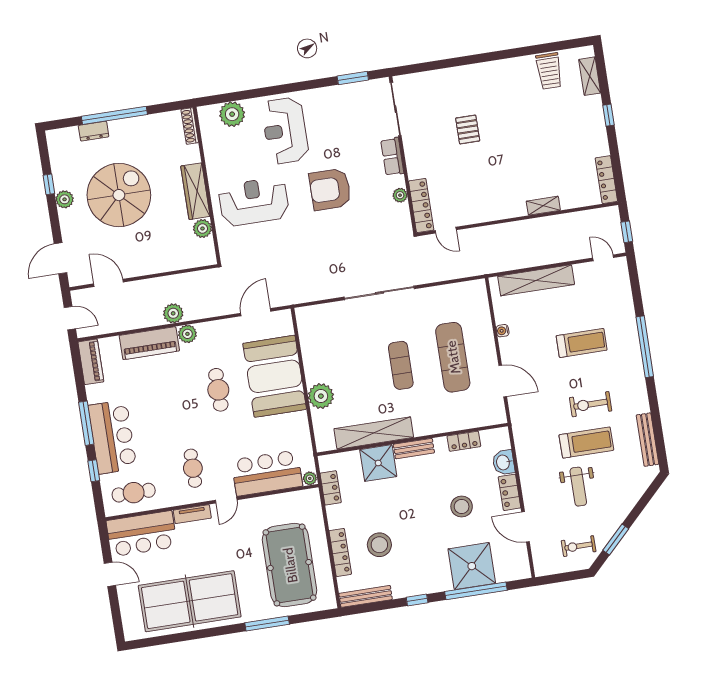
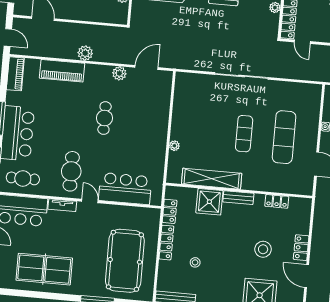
plant: (187, 334) -> (119, 73), moved
booth: (275, 376) -> (149, 118), removed
plant: (321, 396) -> (174, 146), width x0.53, depth x0.53
washbasin: (504, 462) -> (302, 224), removed
cafe table: (193, 468) -> (71, 171), width x1.37, depth x1.35
plant: (310, 478) -> (156, 200), removed
door: (226, 500) -> (90, 201), swing flipped
stool: (379, 545) -> (195, 262), width x0.53, depth x0.53
locker: (340, 552) -> (166, 243), moved
table tennis table: (190, 601) -> (44, 269), width x0.73, depth x0.76

